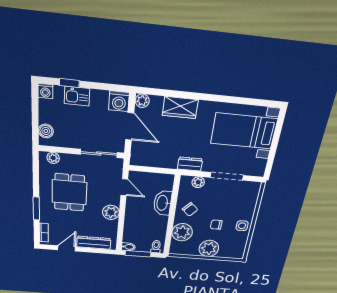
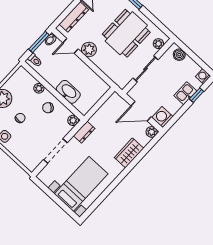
sliding door: (99, 153) -> (145, 69), moved
plant: (198, 182) -> (73, 120), moved
door: (124, 187) -> (71, 46), moved
dining table: (69, 192) -> (126, 33), width x1.38
plant: (182, 232) -> (39, 88), width x0.53, depth x0.53

